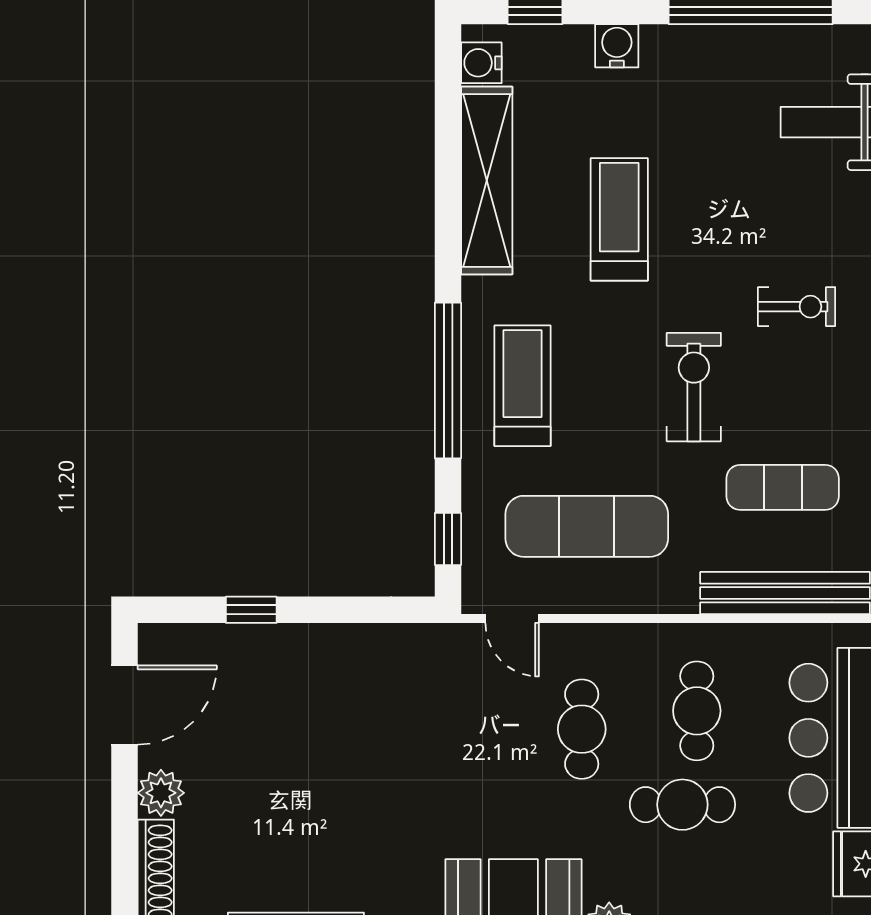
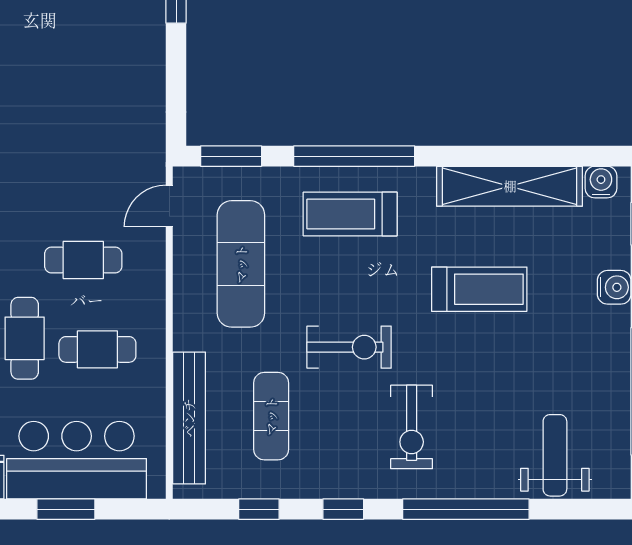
exercise bike: (797, 307) -> (412, 427), width x1.38, depth x1.39
treadmill: (523, 386) -> (350, 214), turned 180
window: (448, 539) -> (231, 156), width x1.50

